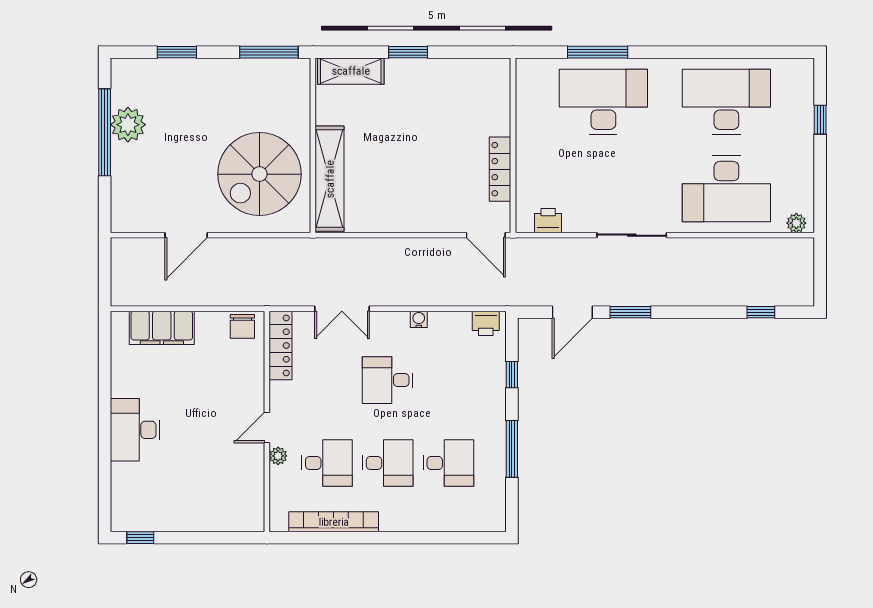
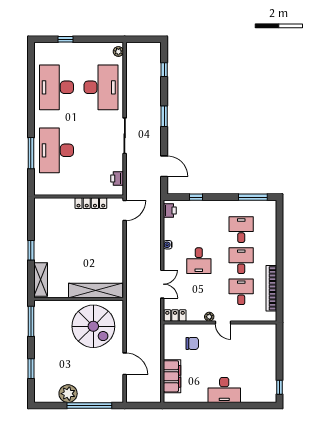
window: (105, 132) -> (89, 406), moved
window: (630, 312) -> (164, 116), moved
chair: (242, 326) -> (192, 343), moved
locker: (281, 345) -> (175, 316), width x0.66
window: (512, 449) -> (253, 197), moved
plant: (278, 456) -> (209, 317), moved

